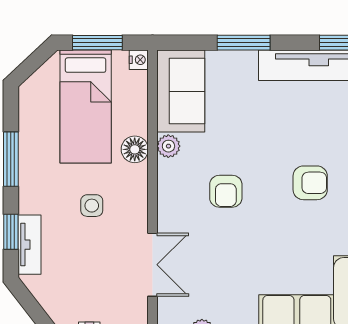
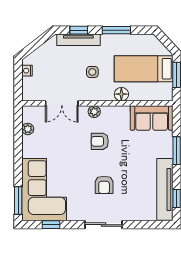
nightstand: (139, 60) -> (168, 96), removed
plant: (168, 146) -> (94, 112), moved
tv unit: (29, 245) -> (78, 40), width x1.41

